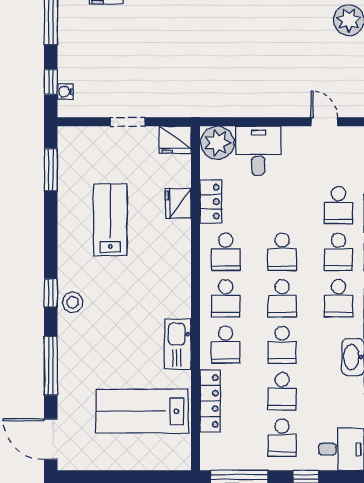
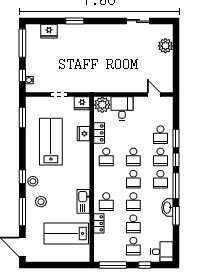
lab bench: (110, 220) -> (51, 142), width x1.36, depth x1.39
school desk: (226, 298) -> (106, 179), removed
stool: (90, 345) -> (41, 202), added
locker: (210, 401) -> (99, 223), width x0.66

